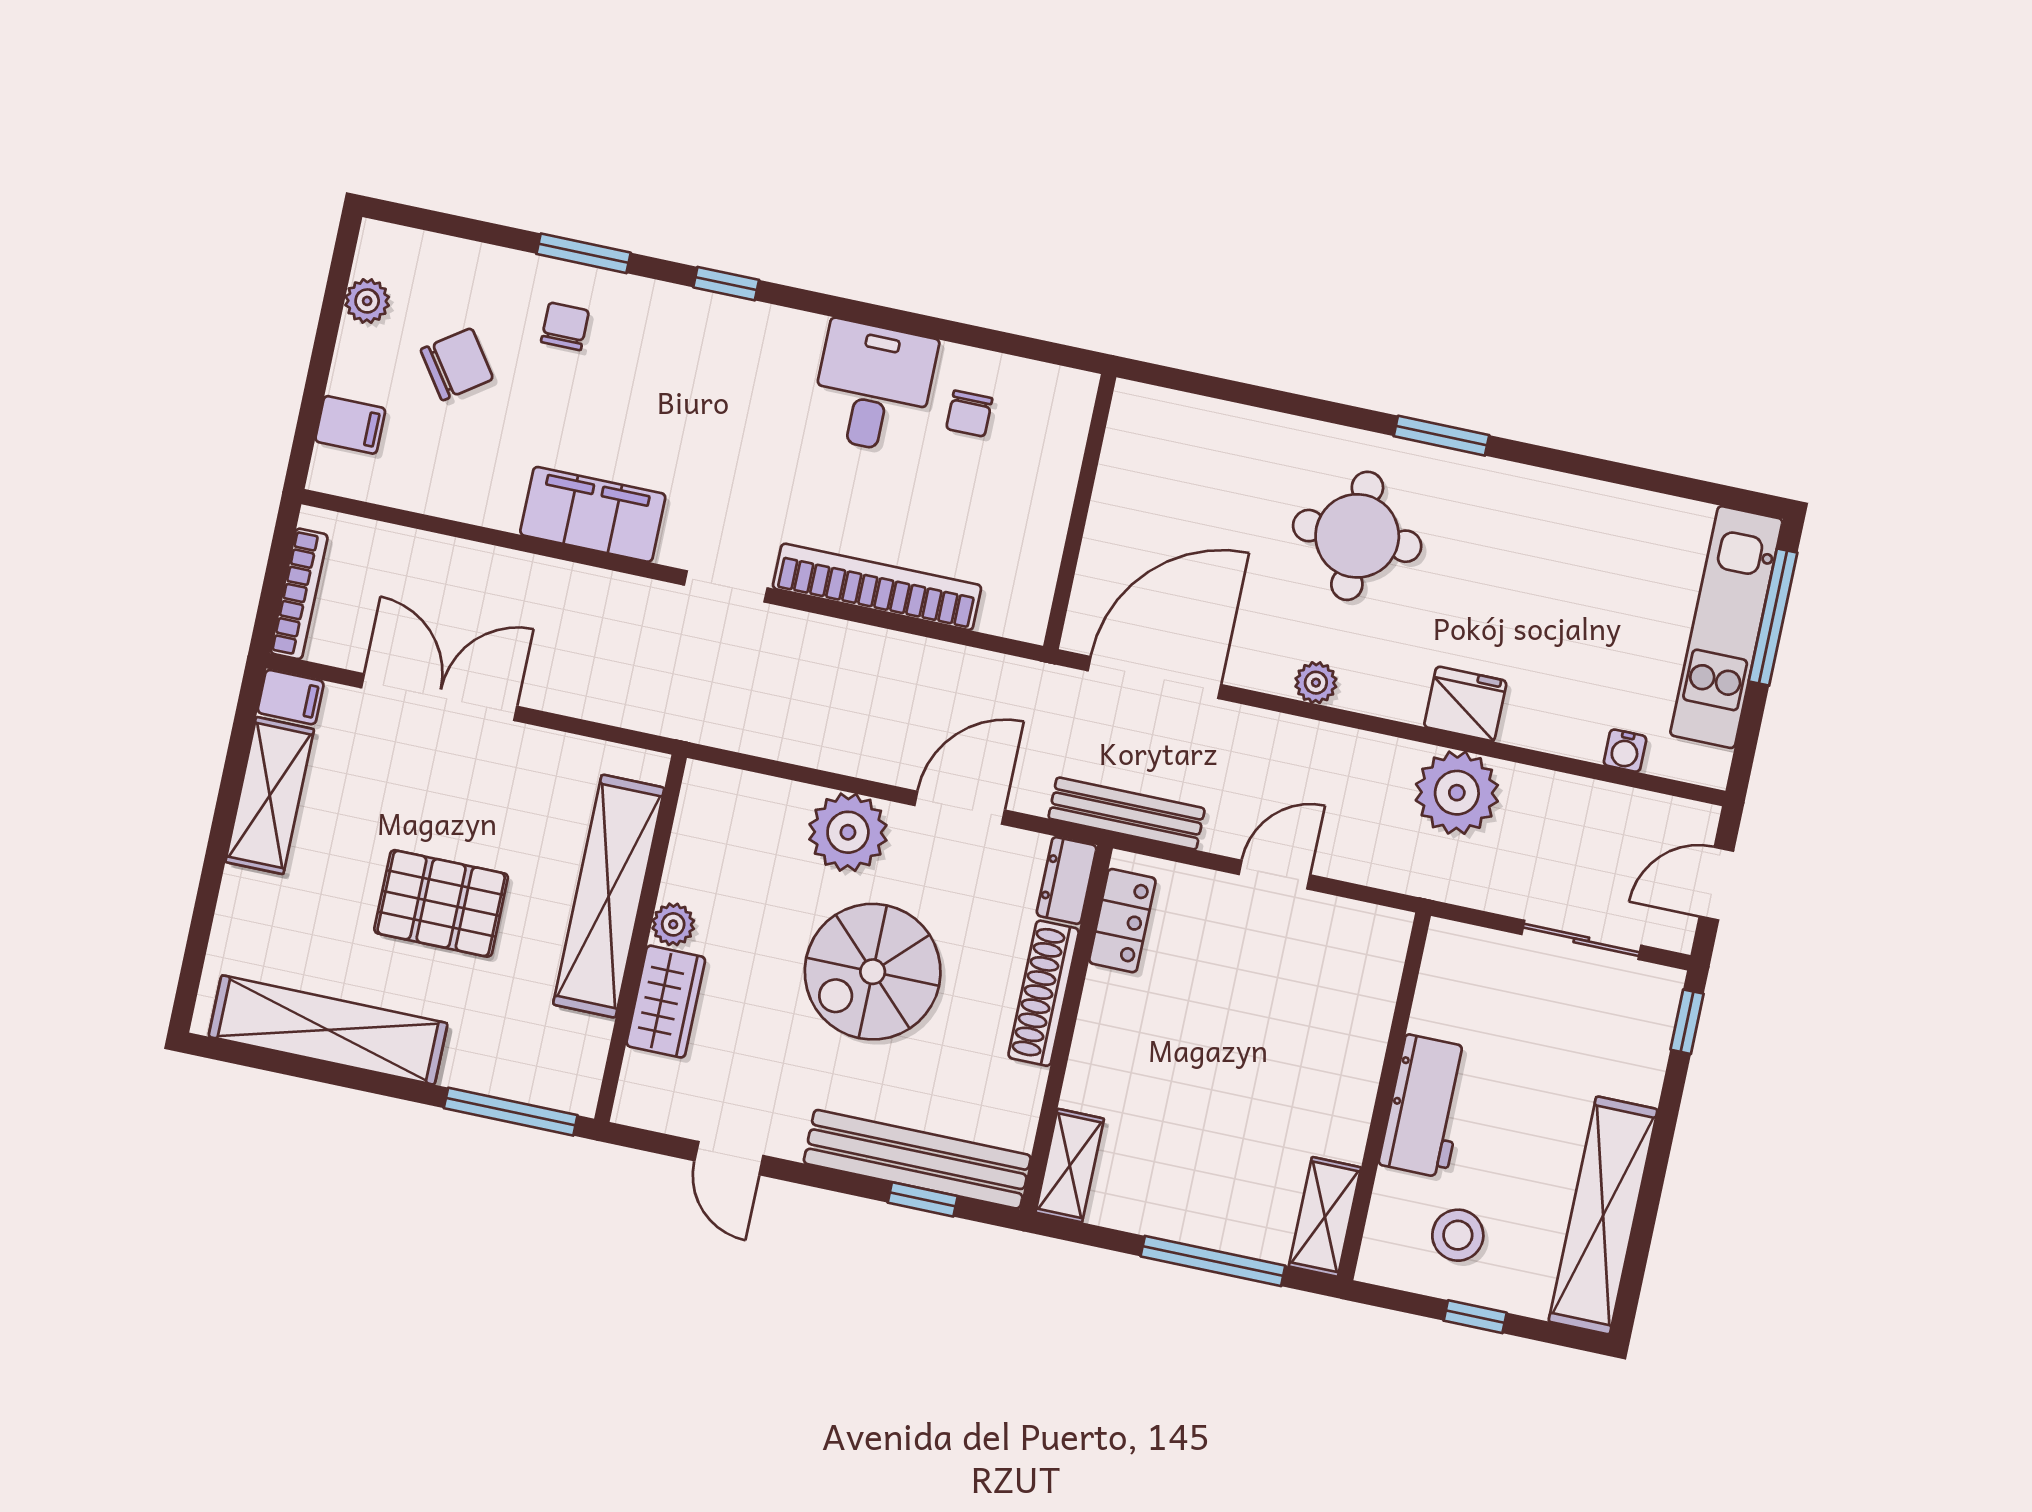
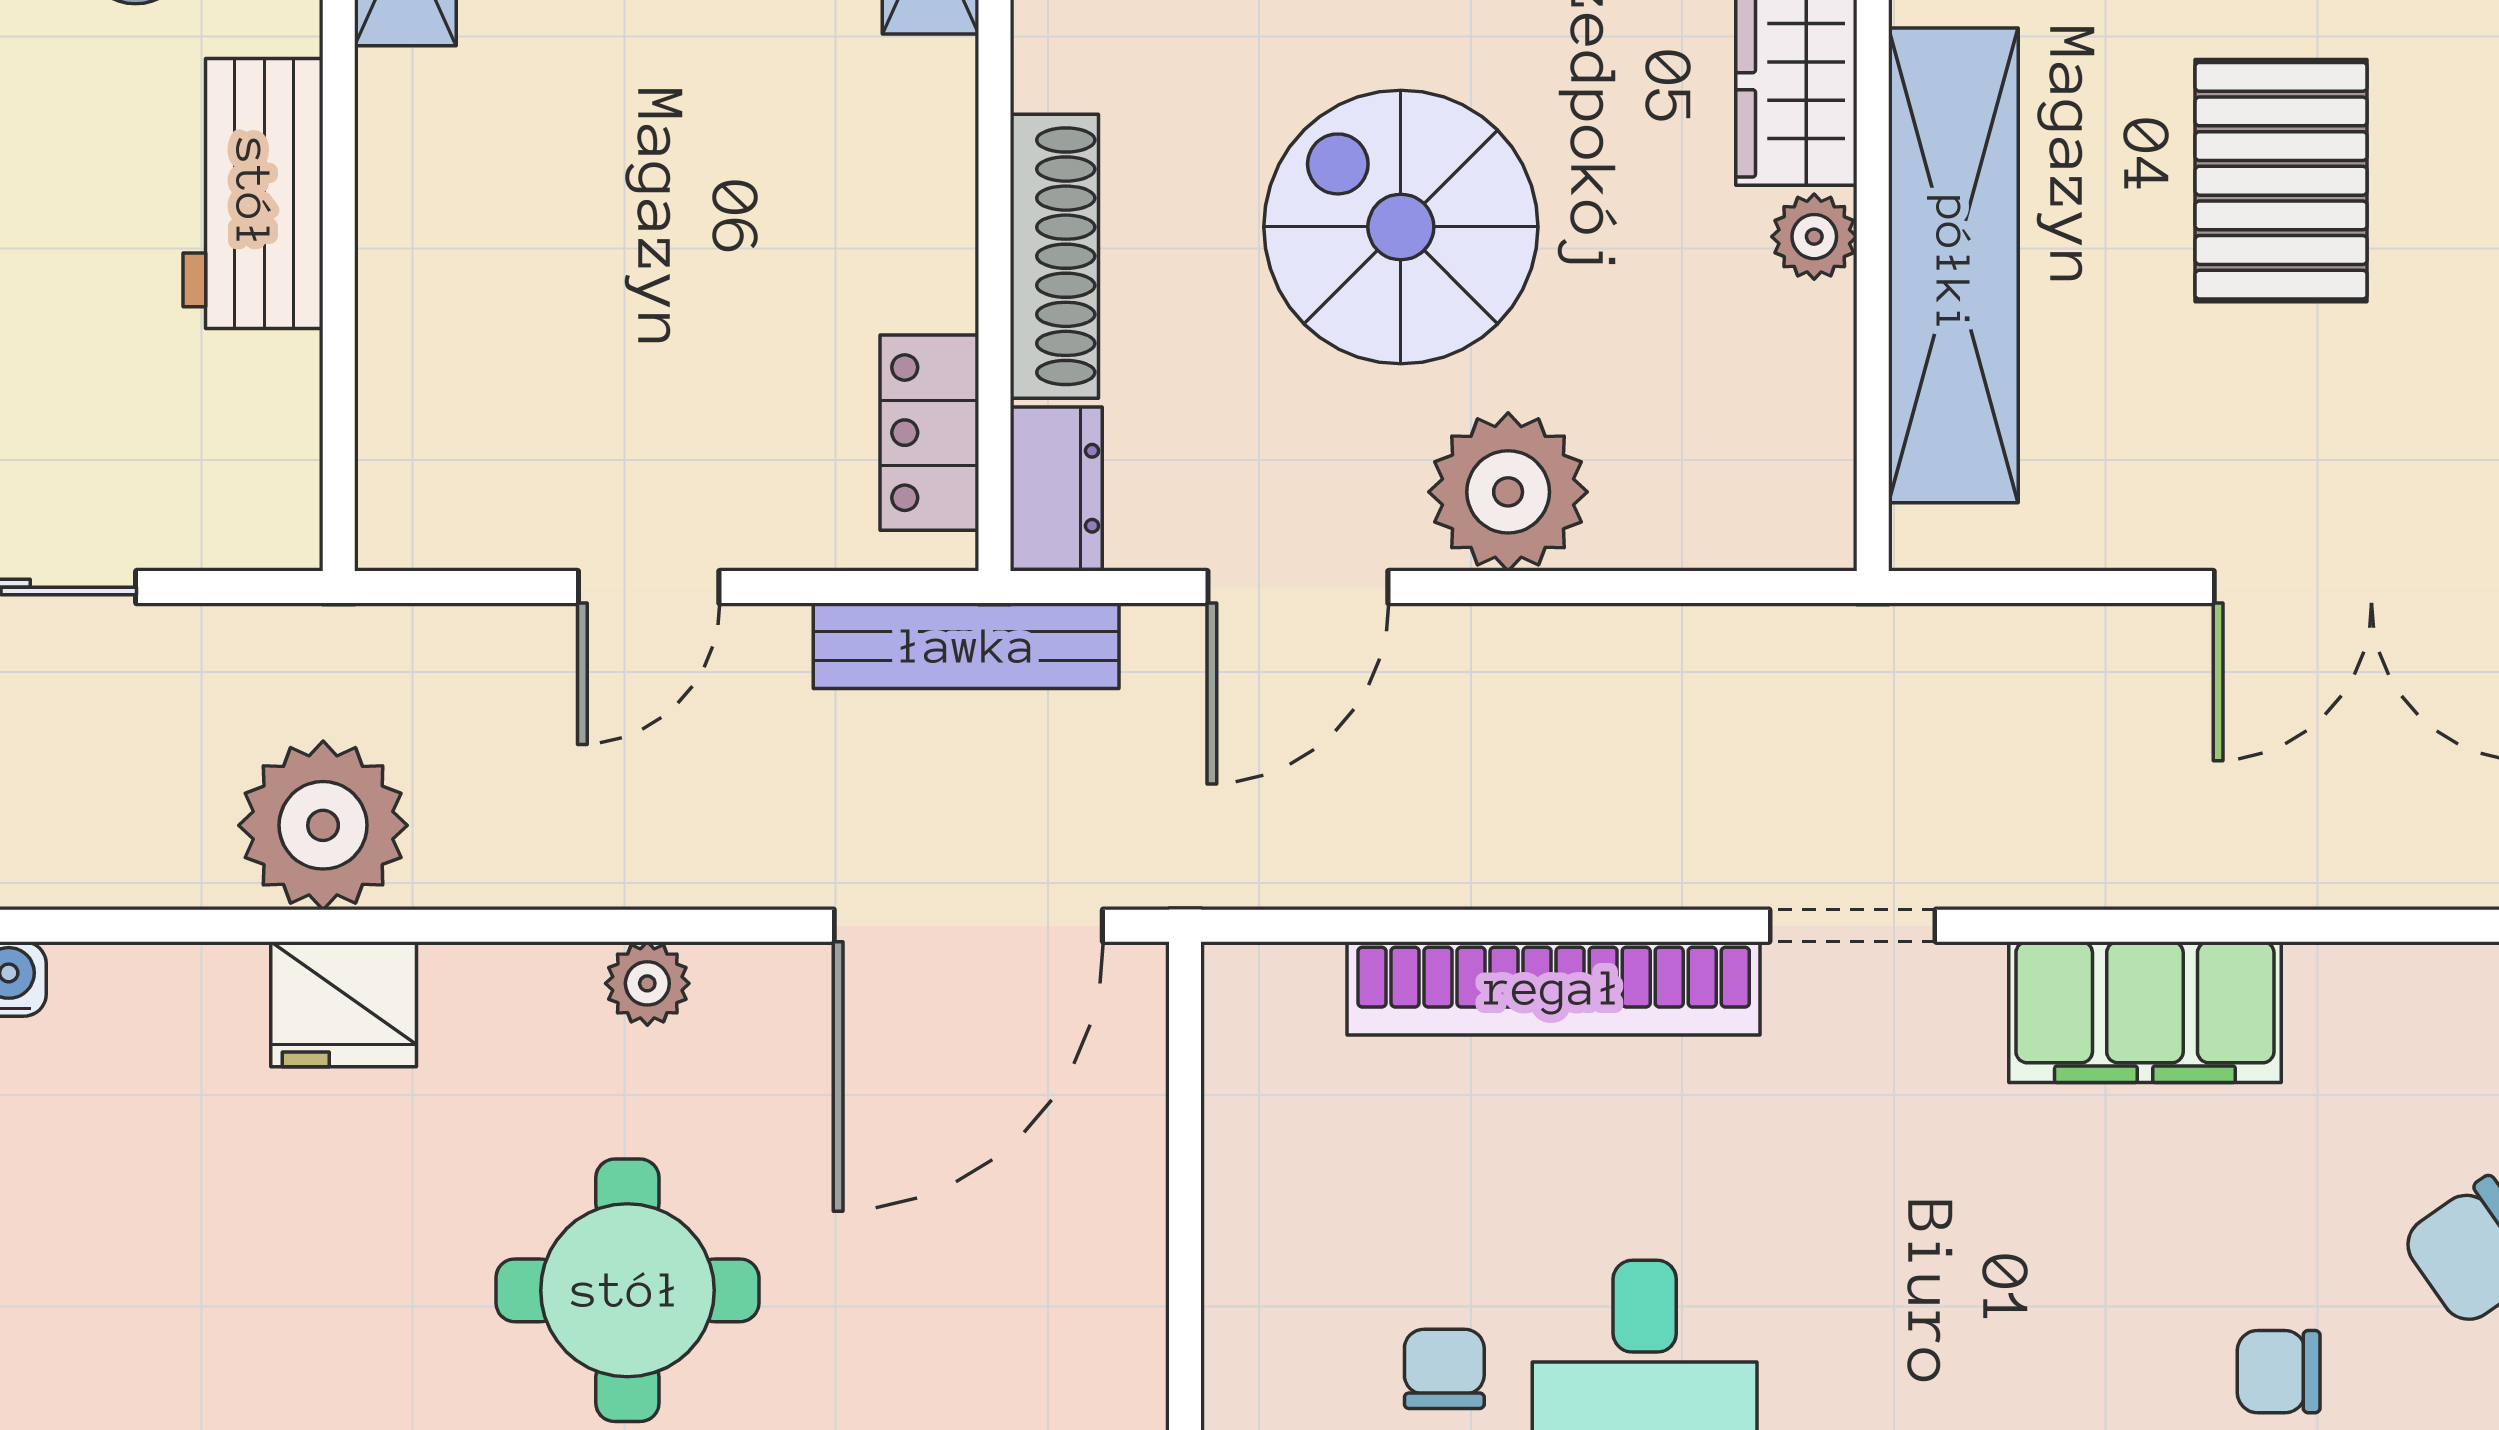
chair: (565, 326) -> (2279, 1372), turned 90
pallet: (441, 903) -> (2281, 181), turned 90
spiral stairs: (873, 972) -> (1401, 227), turned -90

